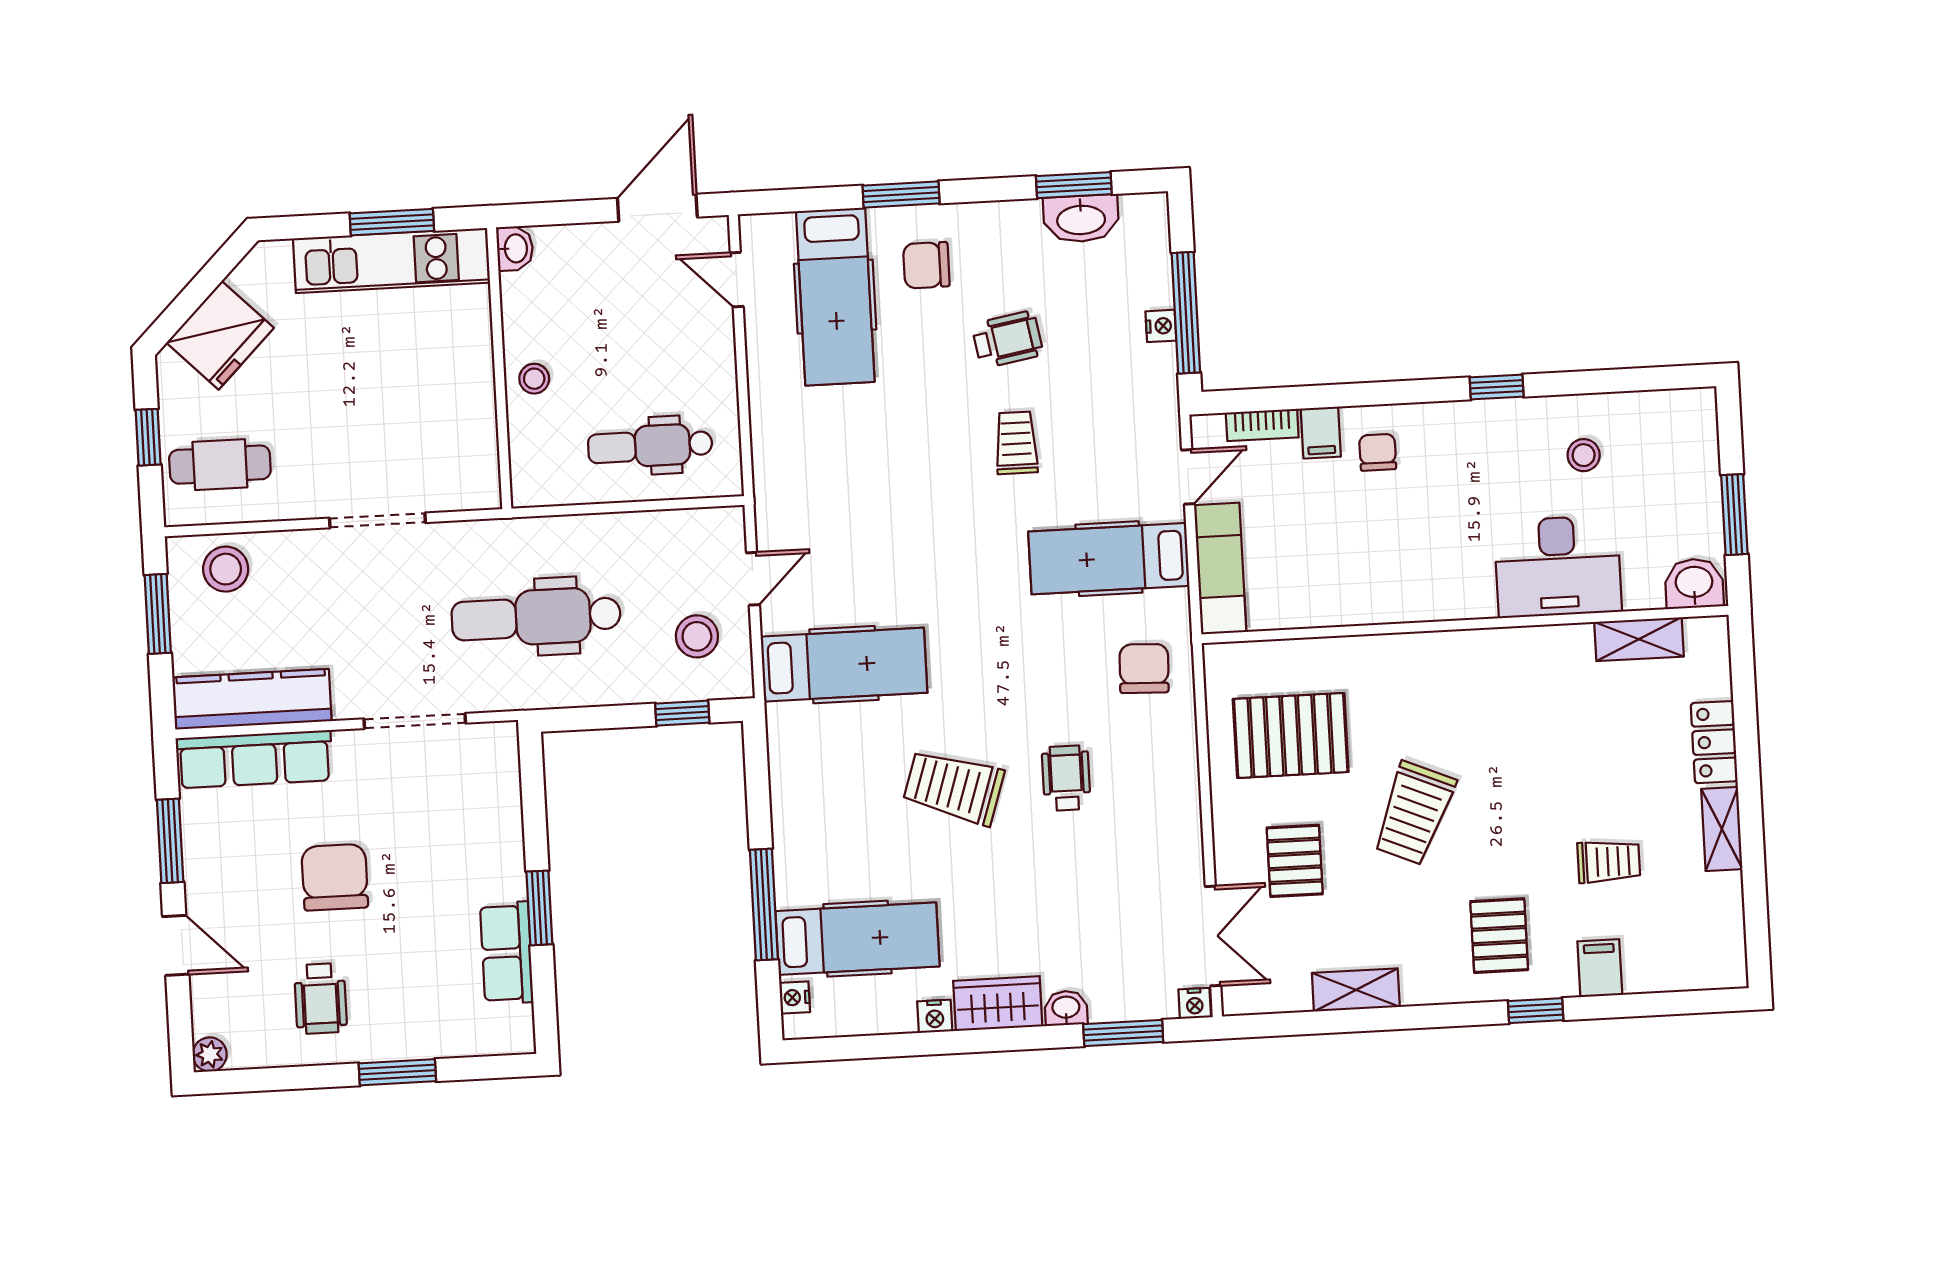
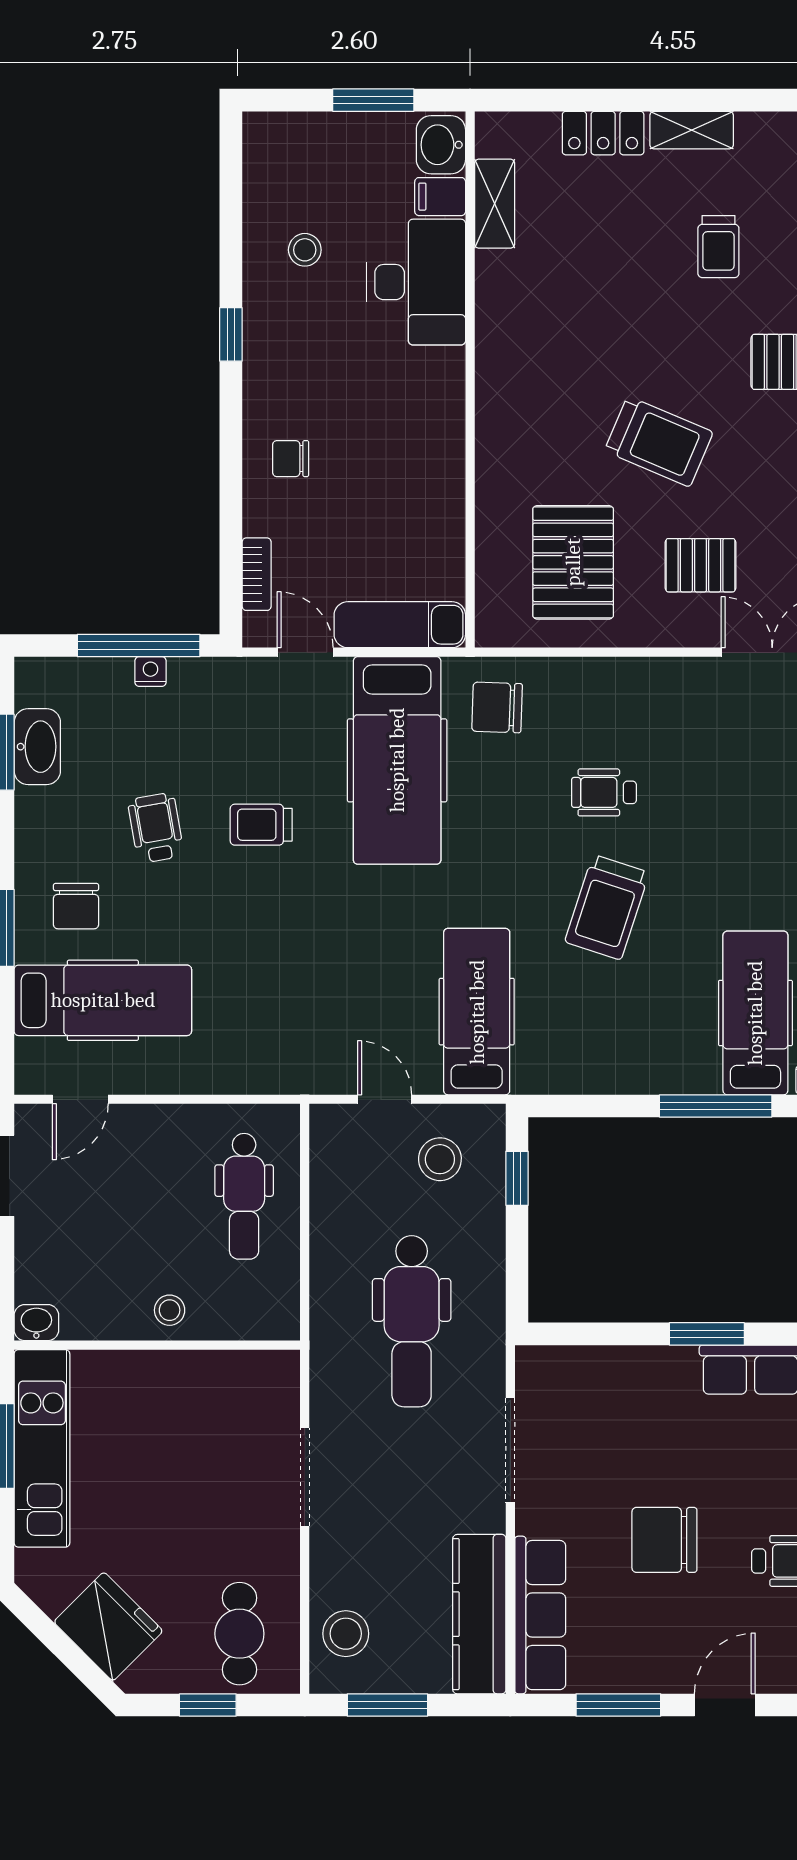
filing cabinet: (1321, 433) -> (440, 197), moved, turned 180
hospital bed: (1109, 559) -> (397, 760), width x1.37, depth x1.29
trolley: (1609, 862) -> (718, 247), turned 180

